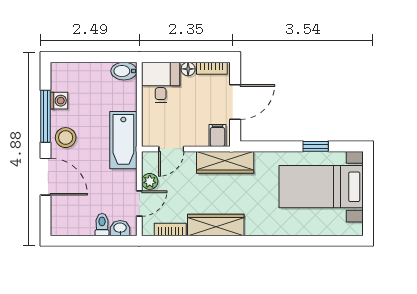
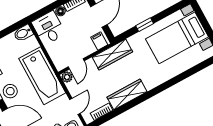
bathtub: (123, 140) -> (42, 76), width x1.36, depth x1.36
window: (316, 146) -> (145, 25), moved
plant: (150, 181) -> (67, 77), moved

